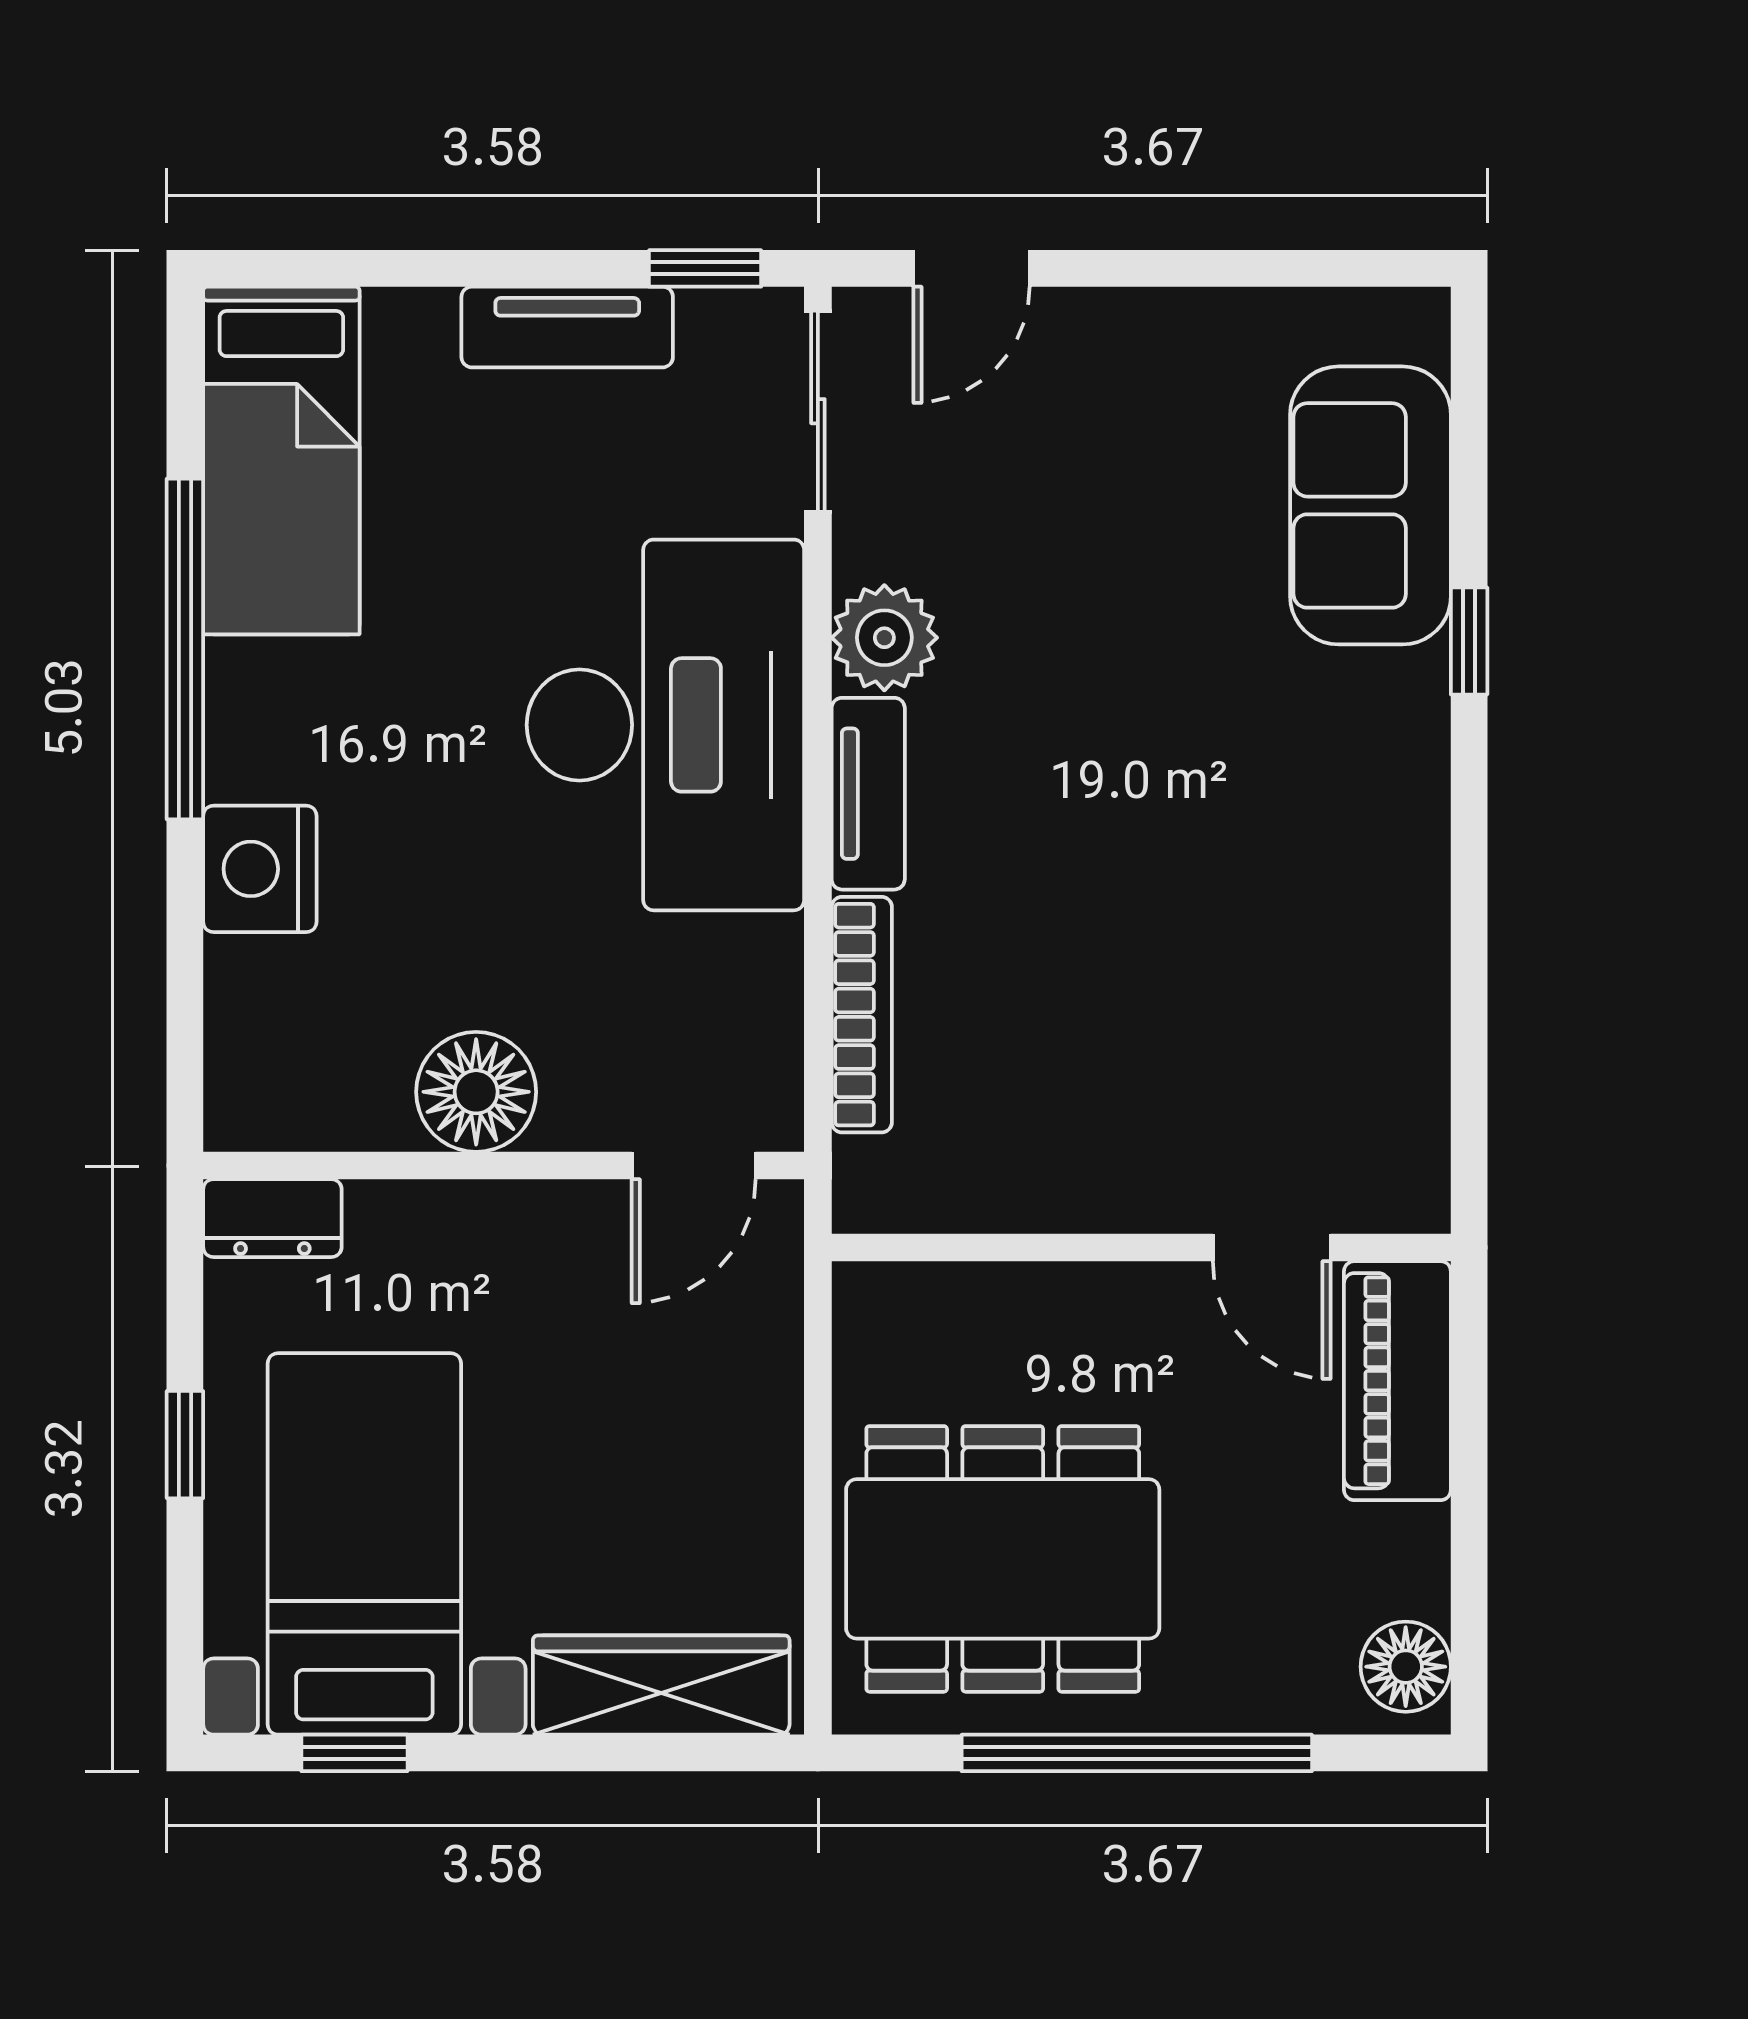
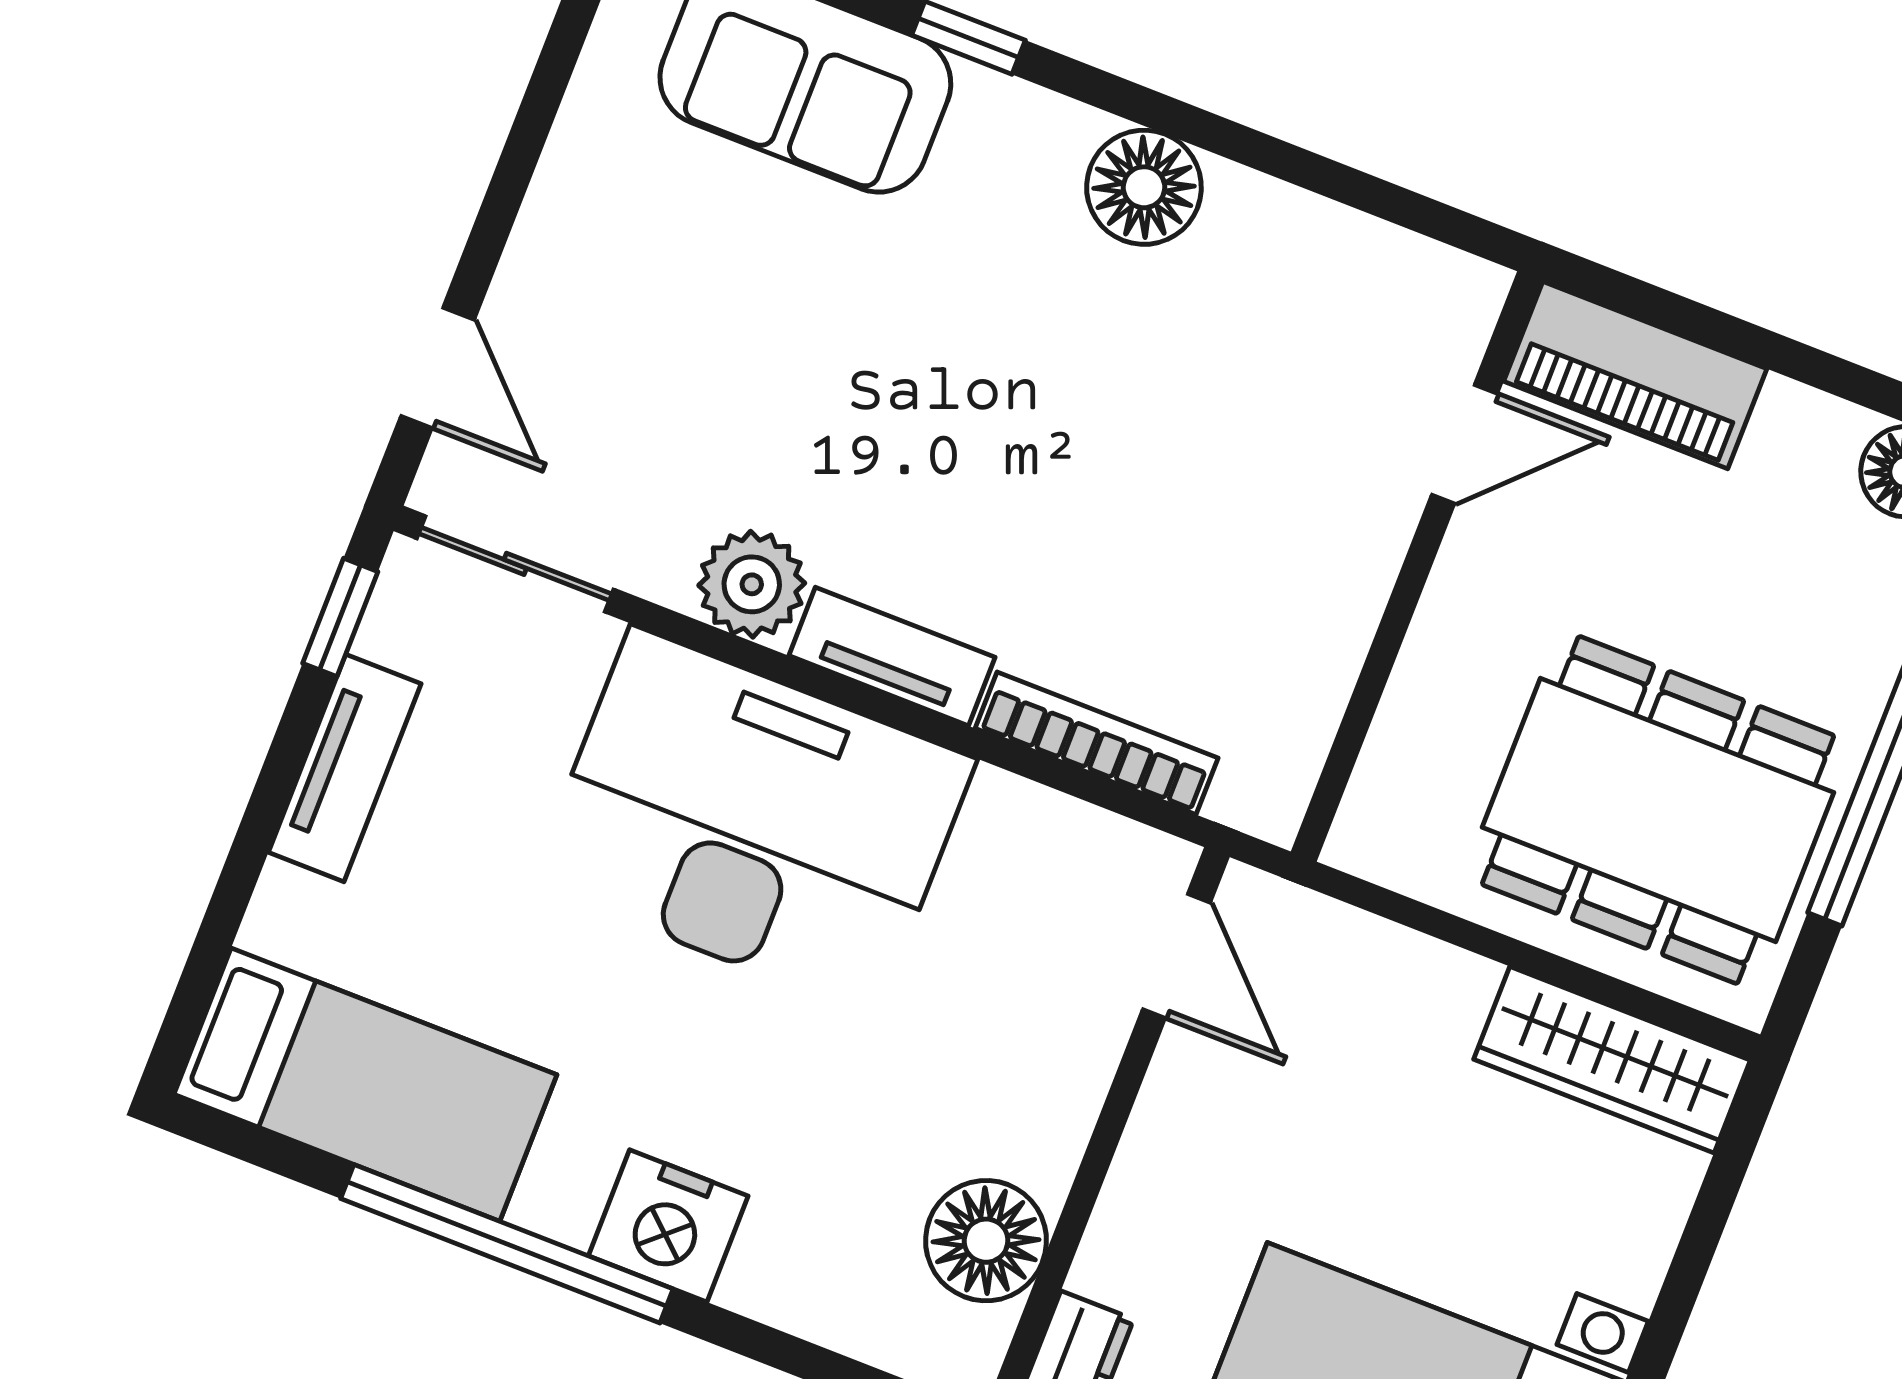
floor lamp: (1394, 858) -> (1144, 187), added
nightstand: (260, 869) -> (668, 1226), moved
floor lamp: (476, 1092) -> (986, 1241), moved
dining table: (1003, 1559) -> (1658, 810), turned 90
wardrobe: (661, 1685) -> (1612, 1060), moved, turned -90

